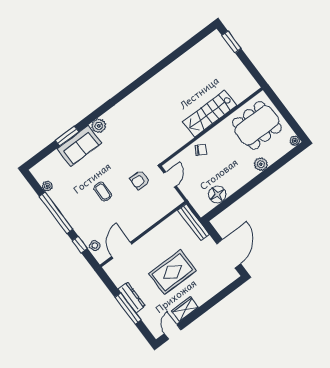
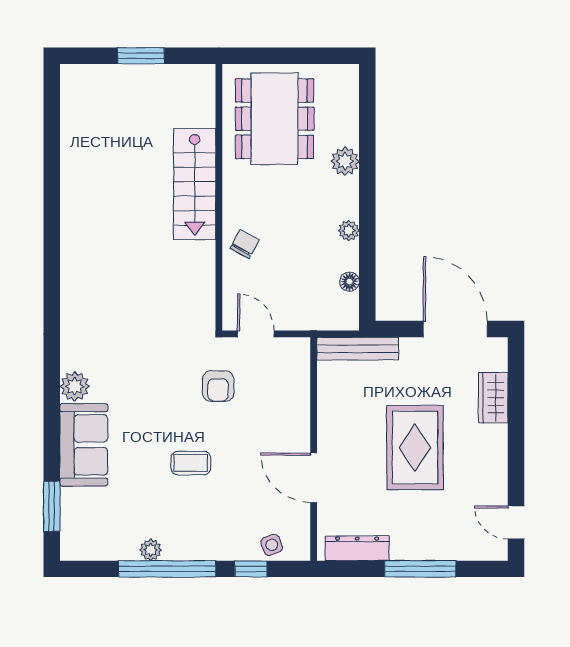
window: (232, 42) -> (141, 56), moved
window: (67, 136) -> (52, 506), moved
plant: (295, 141) -> (349, 231), moved
plant: (47, 186) -> (151, 550), moved
floor lamp: (217, 194) -> (349, 282), width x0.53, depth x0.53
door: (122, 250) -> (314, 478), moved
dresser: (132, 297) -> (357, 548), moved
wardrobe: (185, 309) -> (493, 398), moved

